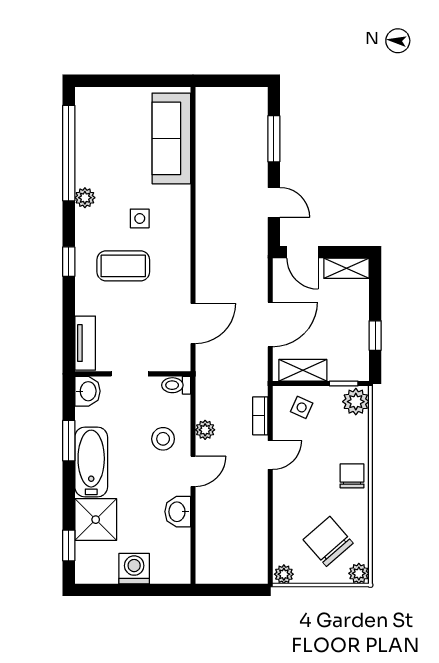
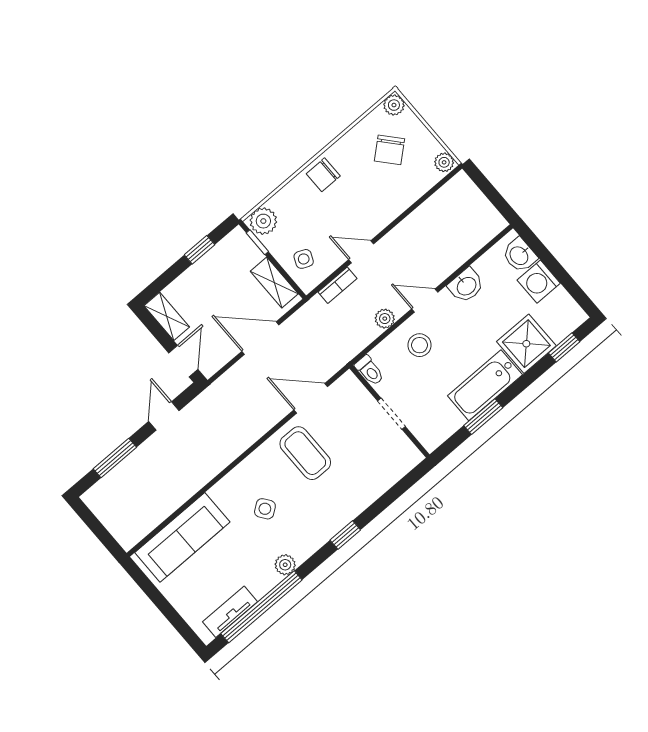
side table: (140, 218) -> (265, 509), turned -36
coffee table: (123, 266) -> (305, 453), moved
tv unit: (85, 343) -> (230, 612), moved
washbasin: (87, 391) -> (519, 255), moved, turned -90
chair: (328, 541) -> (389, 150), width x0.73, depth x0.73

